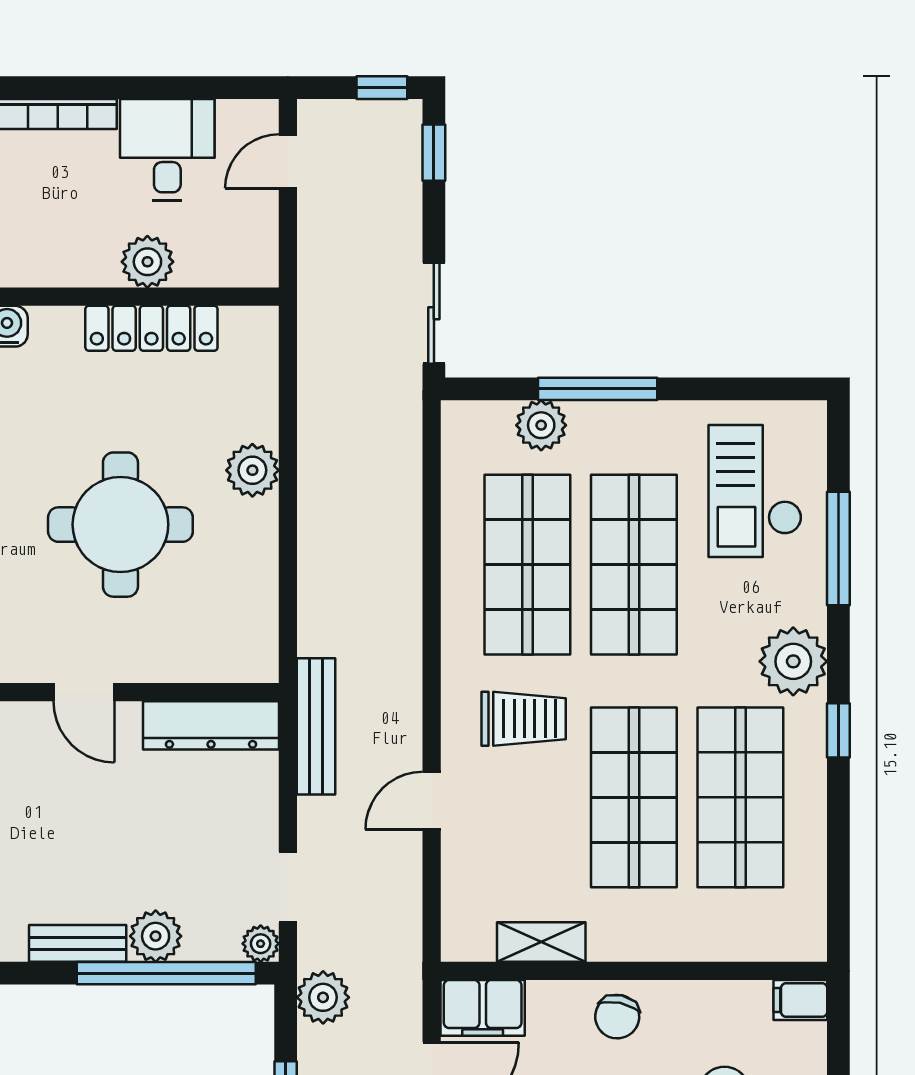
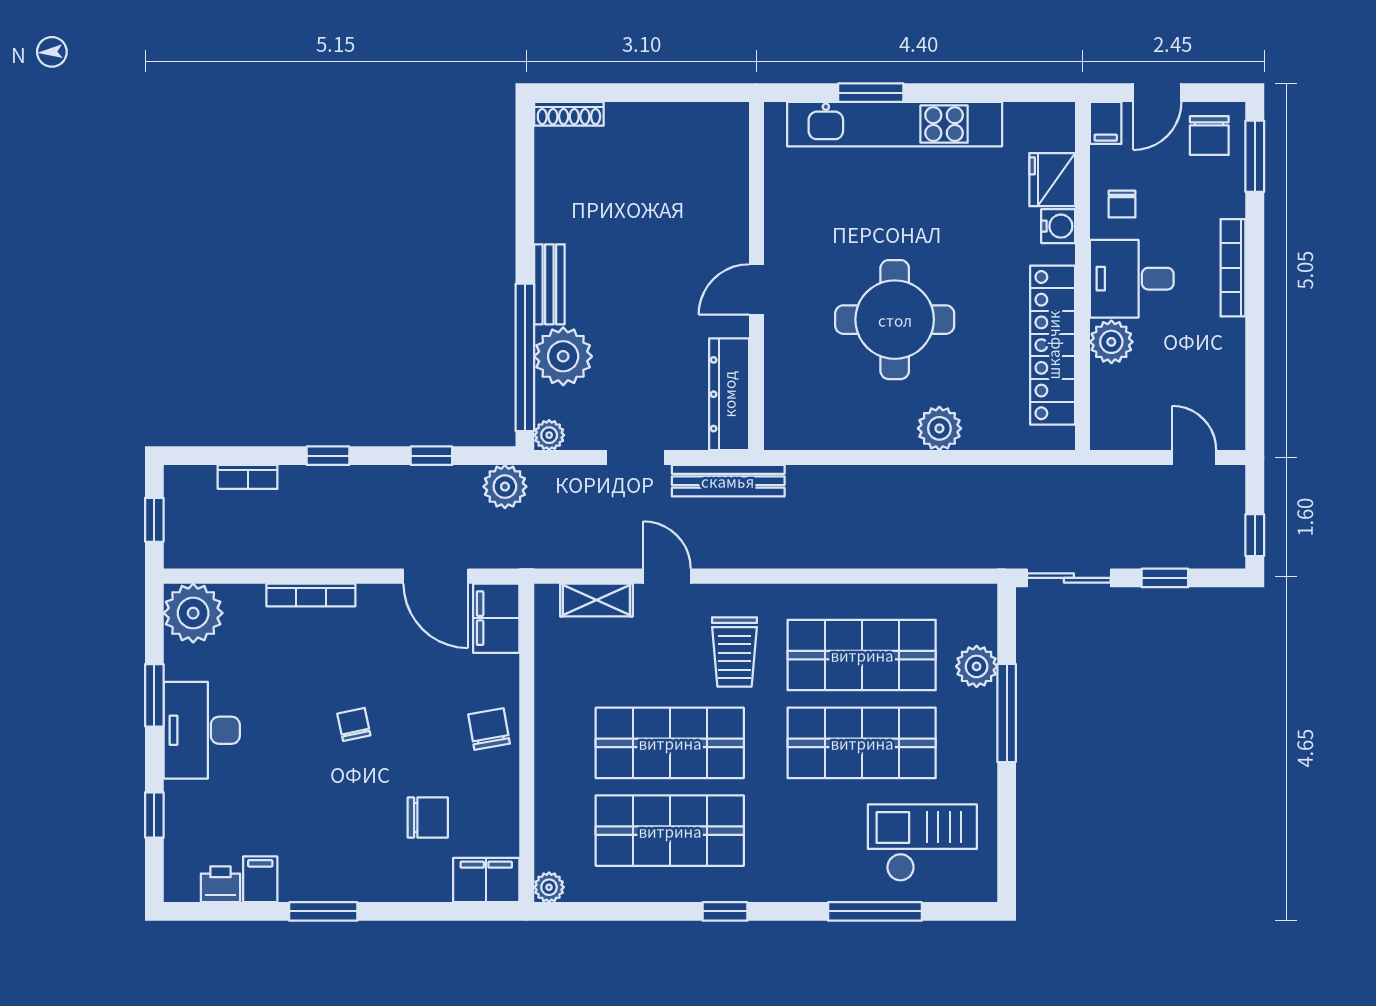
desk: (167, 150) -> (1132, 279), moved, turned 180
window: (434, 153) -> (1165, 578), moved
locker: (151, 328) -> (1053, 345), width x1.41, depth x1.21
plant: (793, 661) -> (549, 887), moved, width x0.53, depth x0.53
doorway: (288, 887) -> (635, 458), moved
plant: (156, 936) -> (563, 356), width x1.36, depth x1.36
shelving: (541, 942) -> (596, 600), moved, turned 90
filing cabinet: (800, 1000) -> (486, 880), width x2.00
chair: (617, 1017) -> (489, 729), turned 68

